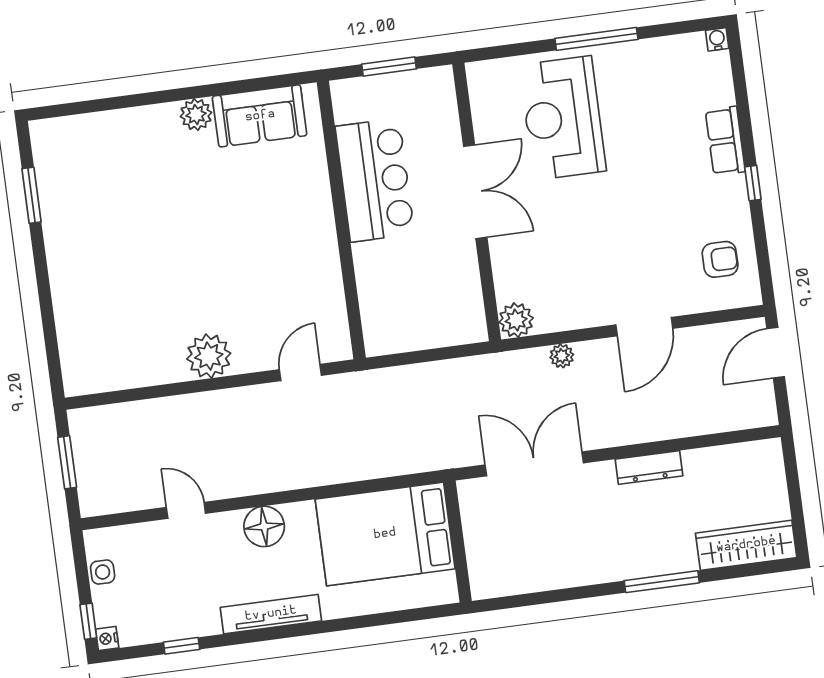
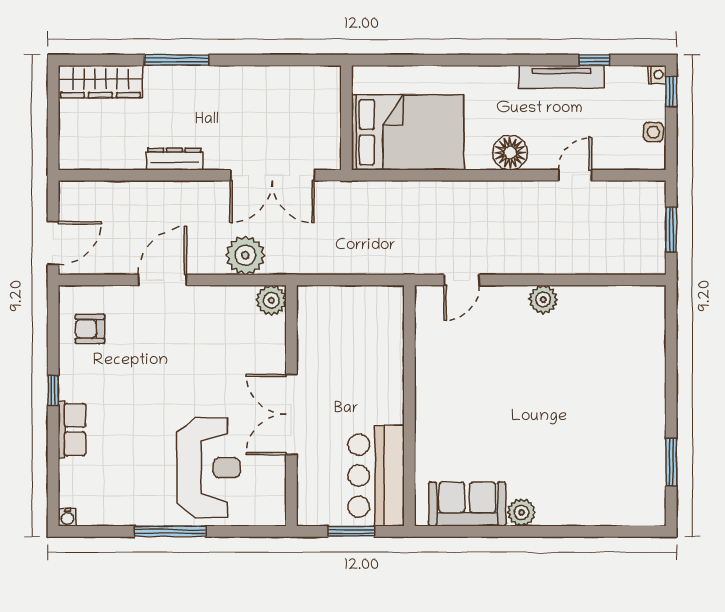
bar counter: (375, 180) -> (376, 476), moved
plant: (209, 356) -> (543, 299), width x0.73, depth x0.73
plant: (562, 356) -> (245, 255), width x1.88, depth x1.88
door: (186, 510) -> (575, 175), swing flipped
tv unit: (271, 614) -> (562, 77), moved

